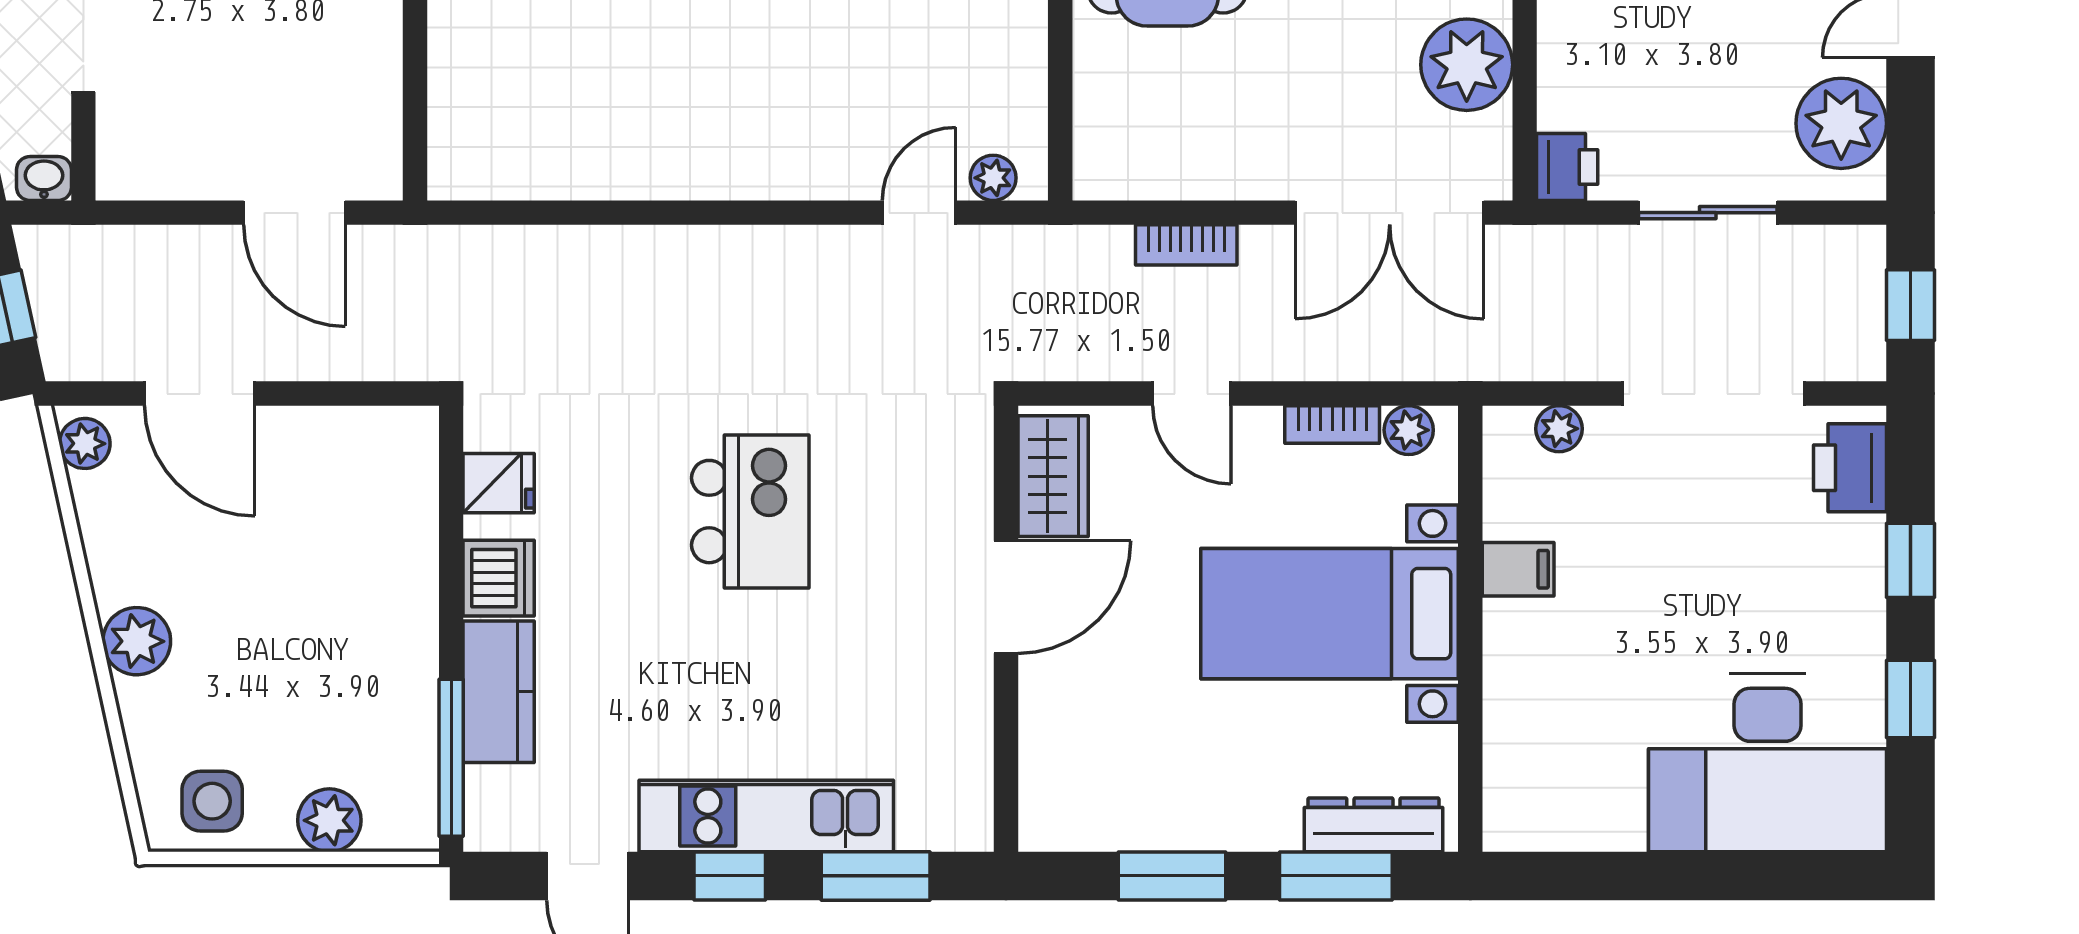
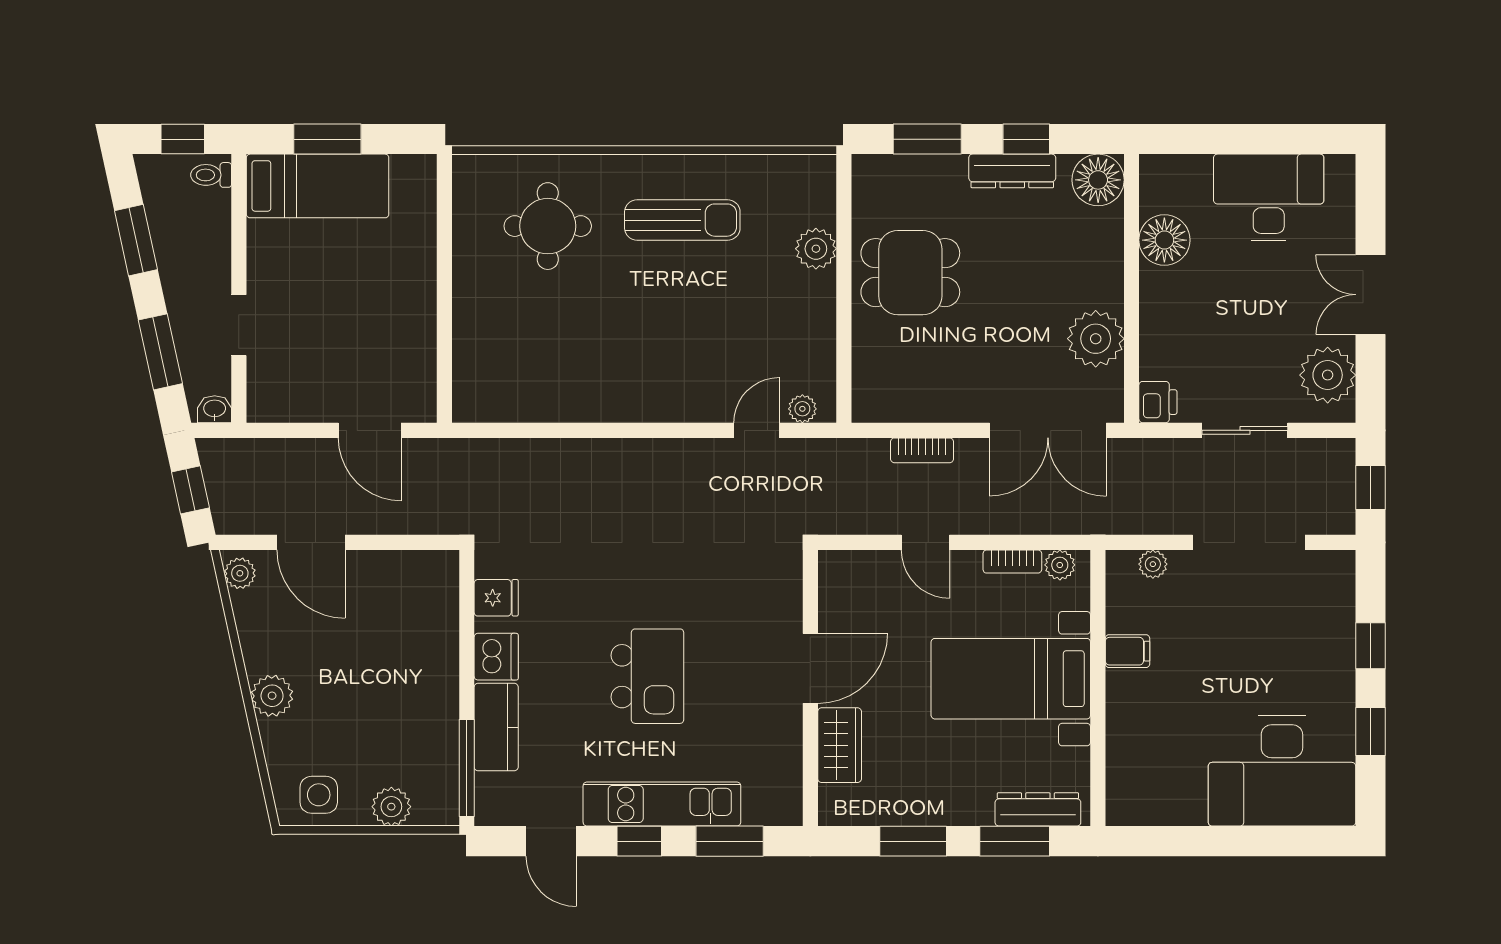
printer: (1850, 468) -> (1333, 588), removed
wardrobe: (1053, 476) -> (840, 745), moved
kitchen island: (750, 512) -> (647, 676), moved

